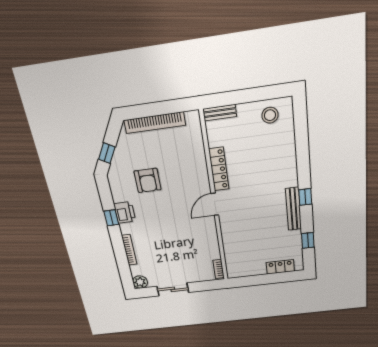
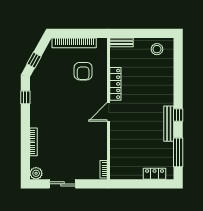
armchair: (148, 180) -> (83, 71), moved
printer: (125, 212) -> (37, 109), removed
window: (111, 218) -> (25, 97), moved
window: (308, 240) -> (178, 152), width x2.17

